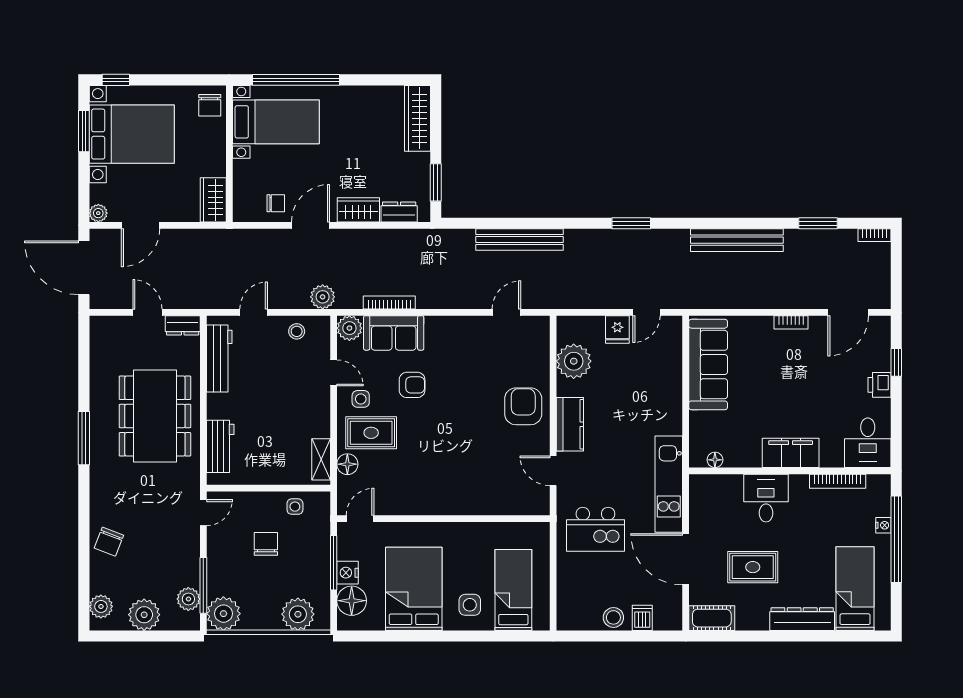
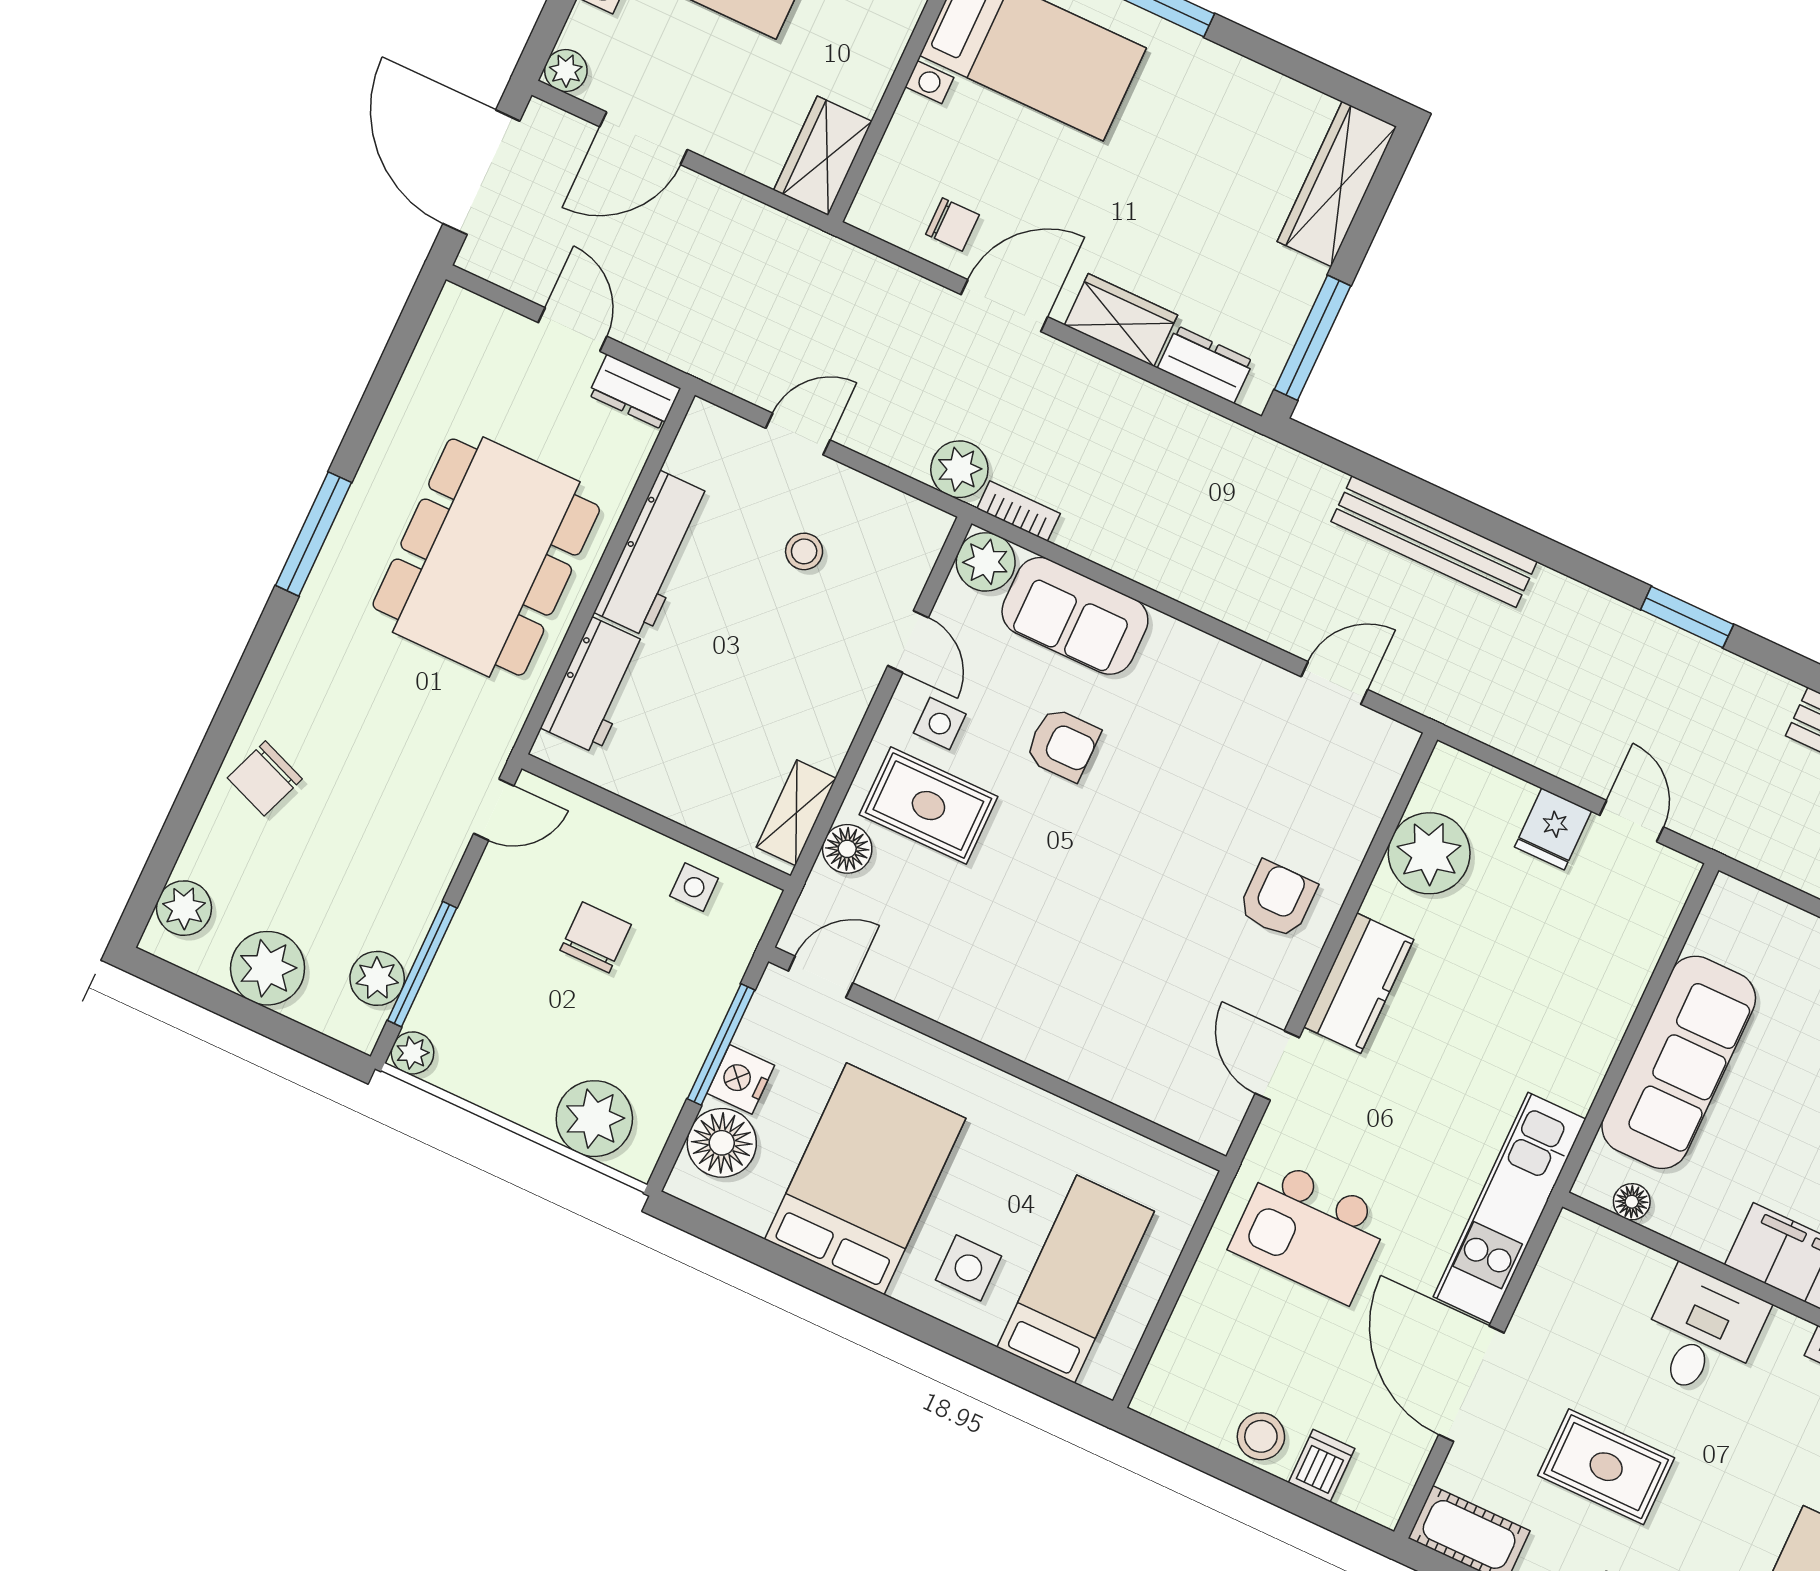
window: (436, 182) -> (1312, 338), width x1.44
bookcase: (389, 302) -> (1019, 511), moved, width x0.64
door: (646, 312) -> (1632, 821), swing flipped
stool: (297, 331) -> (804, 551), moved
workbench: (219, 358) -> (654, 554), moved
sofa: (708, 365) -> (1679, 1062), moved
armchair: (523, 406) -> (1277, 899), width x0.72, depth x0.72
plant: (223, 614) -> (413, 1053), width x0.53, depth x0.53

